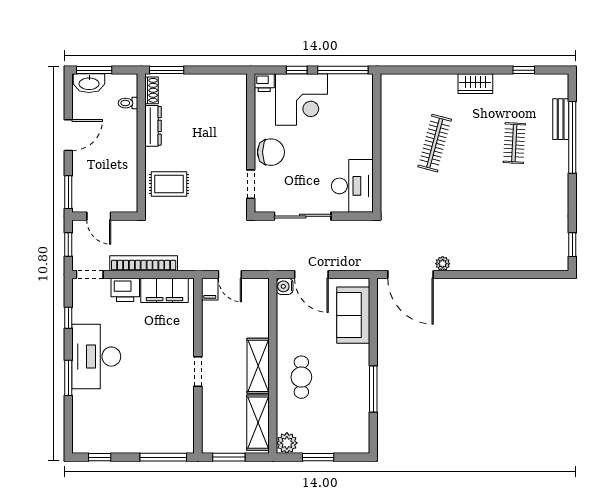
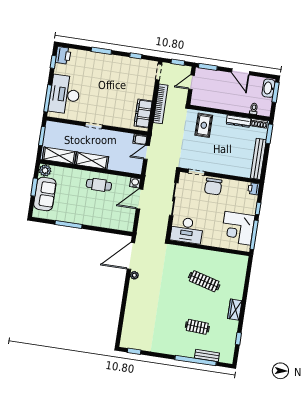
bench: (212, 82) -> (258, 159), added
corner desk: (301, 100) -> (238, 228), moved
printer: (125, 290) -> (63, 55), moved, turned 180
sofa: (353, 315) -> (45, 194), moved, turned 90
desk: (96, 357) -> (65, 95), moved, turned -90
cafe table: (301, 377) -> (99, 185), moved

